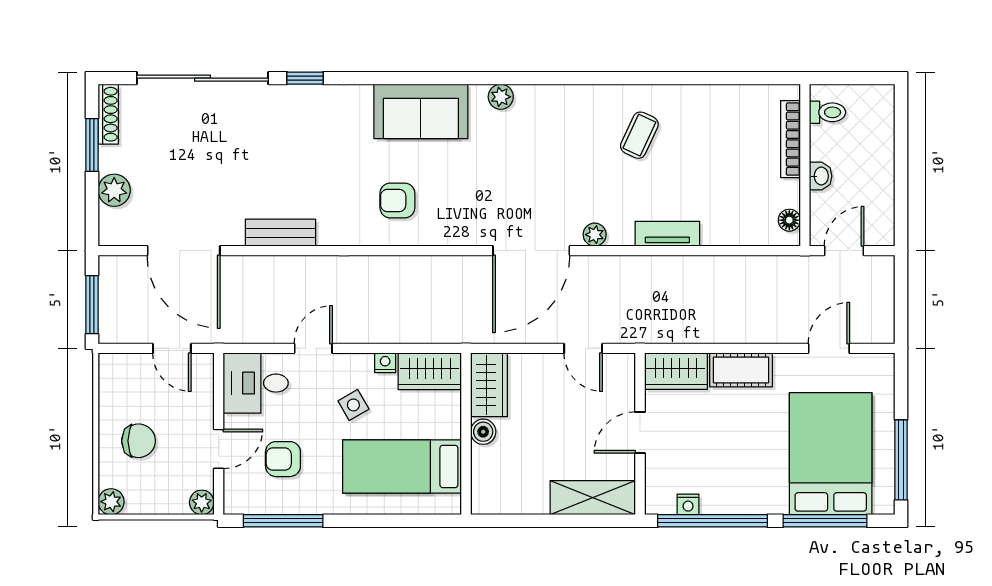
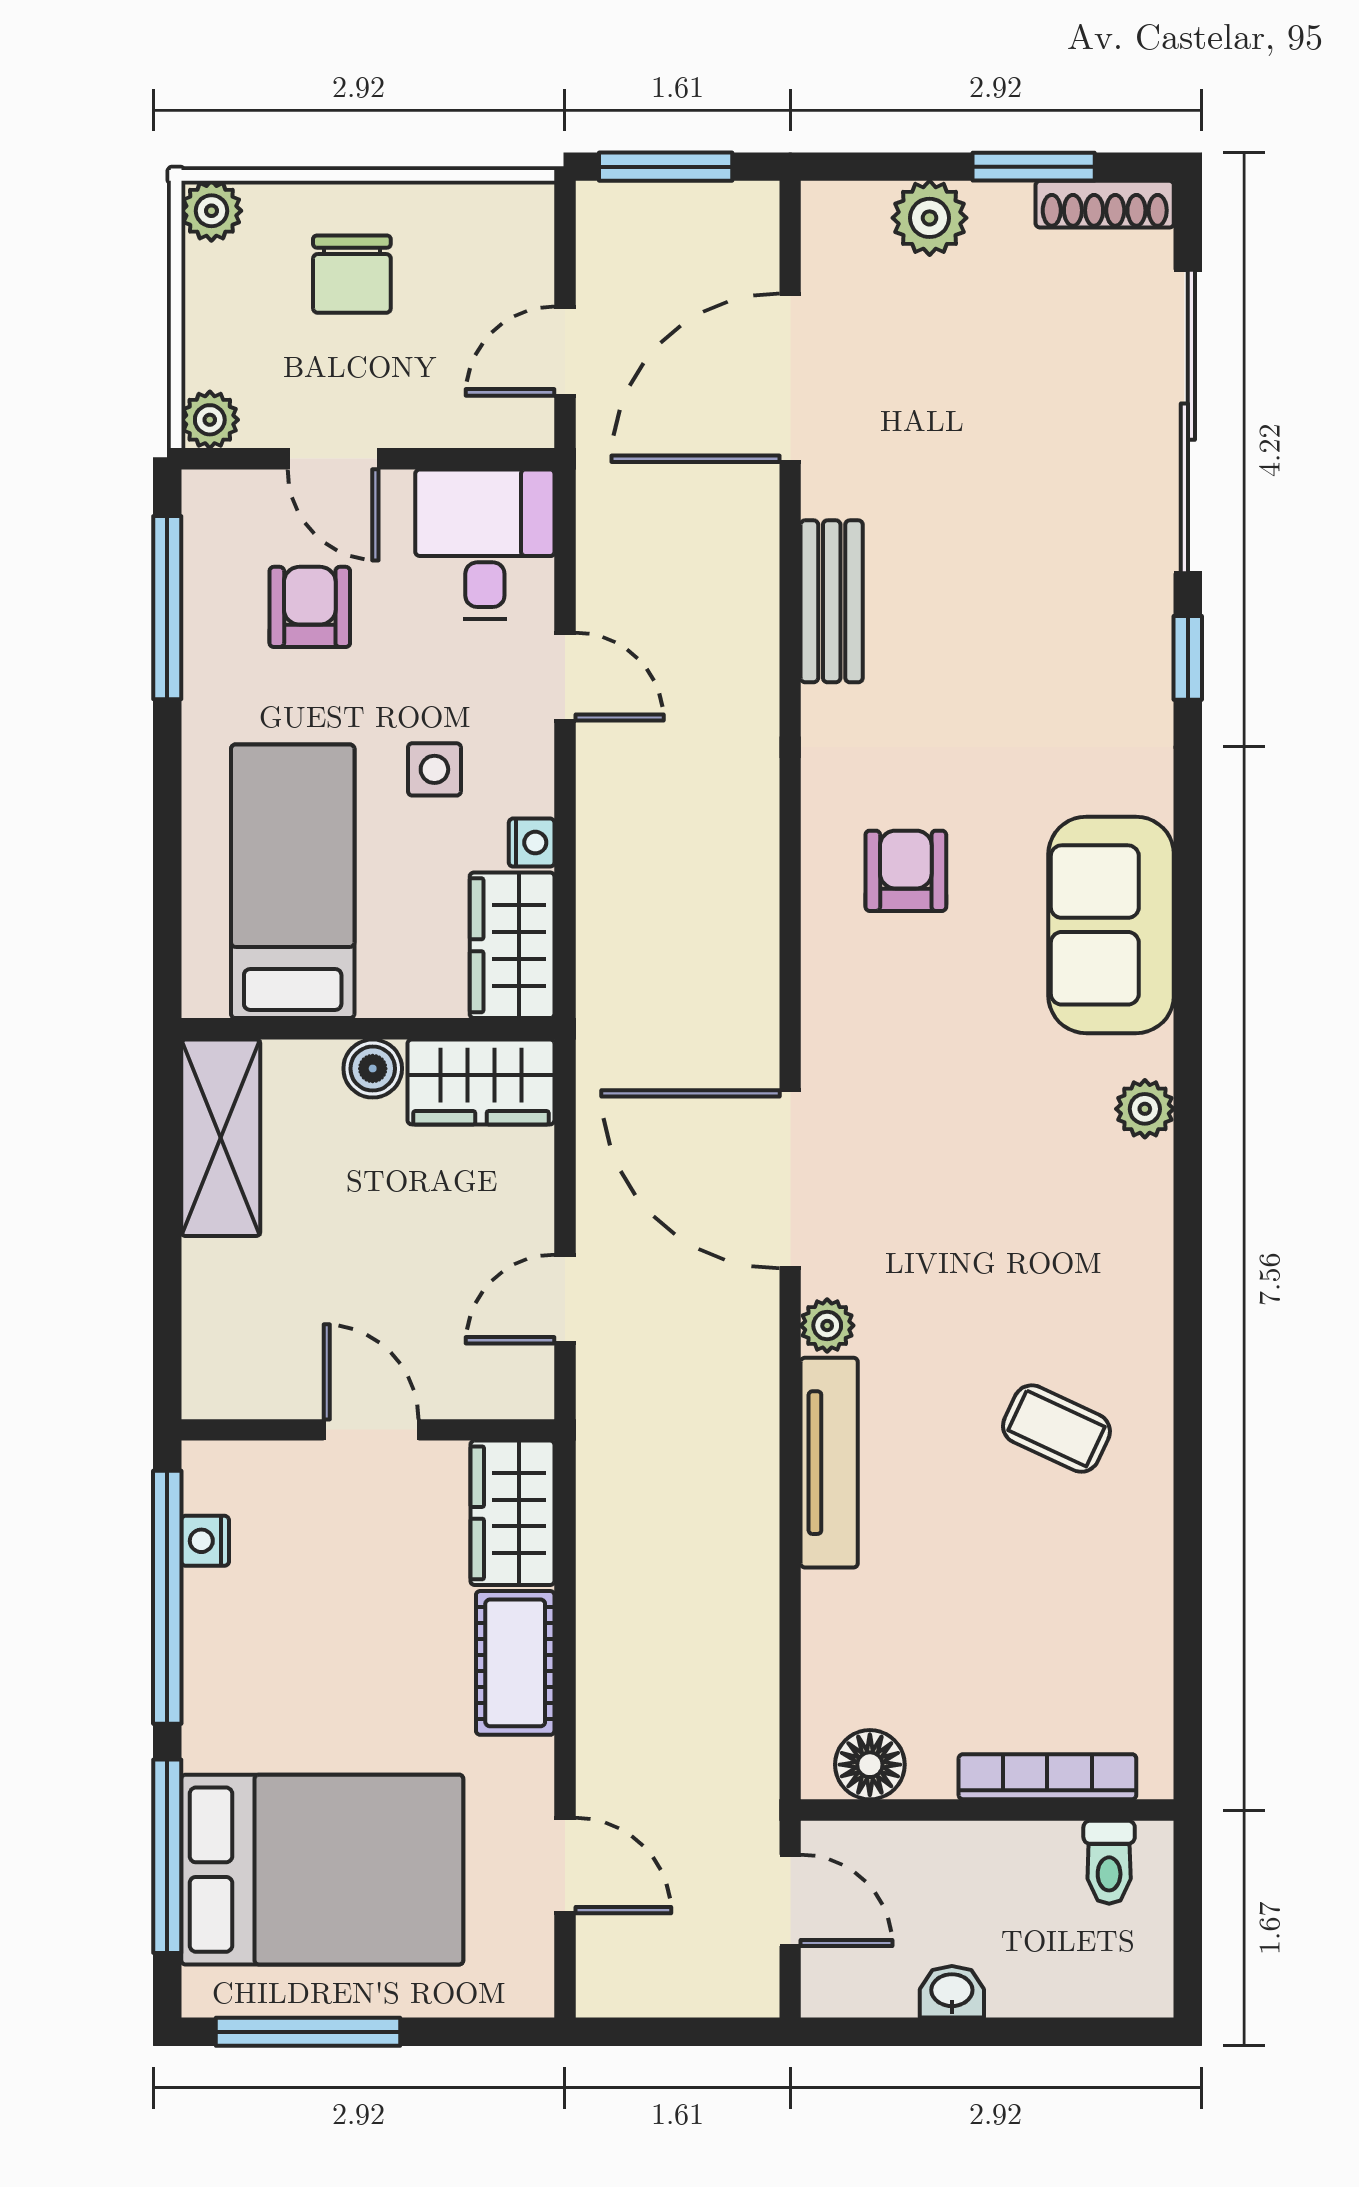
washbasin: (821, 176) -> (952, 1992), moved, turned 180
floor lamp: (789, 220) -> (870, 1765), width x1.37, depth x1.37
tv unit: (667, 234) -> (829, 1463), width x1.41
side table: (353, 405) -> (434, 769), turned 30
shelving: (593, 498) -> (221, 1138), moved

